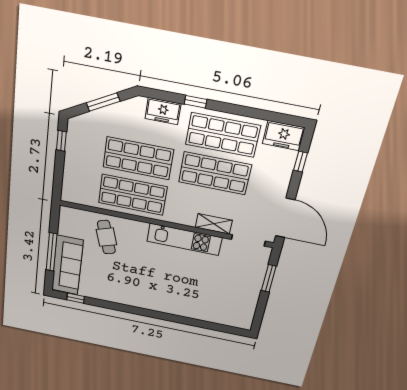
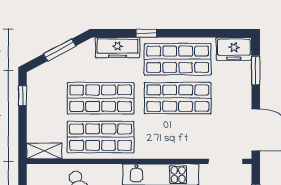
freezer: (163, 111) -> (118, 48), width x1.40
window: (301, 162) -> (256, 70), width x1.50
shelving: (214, 224) -> (44, 151), moved

